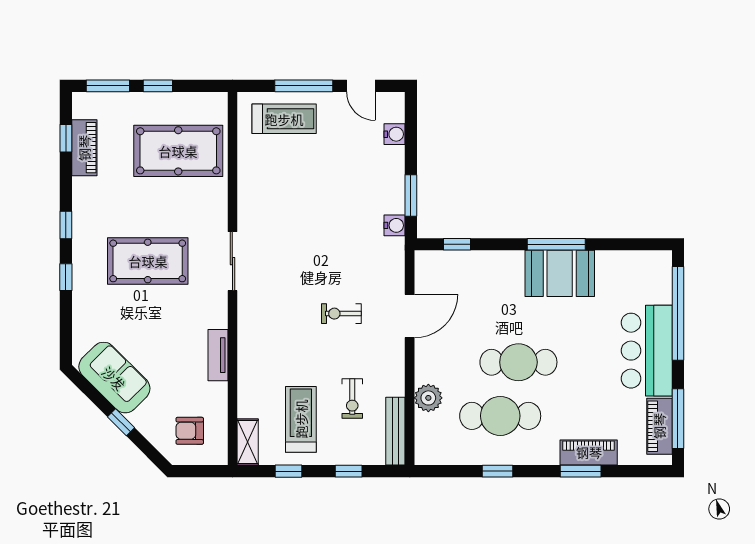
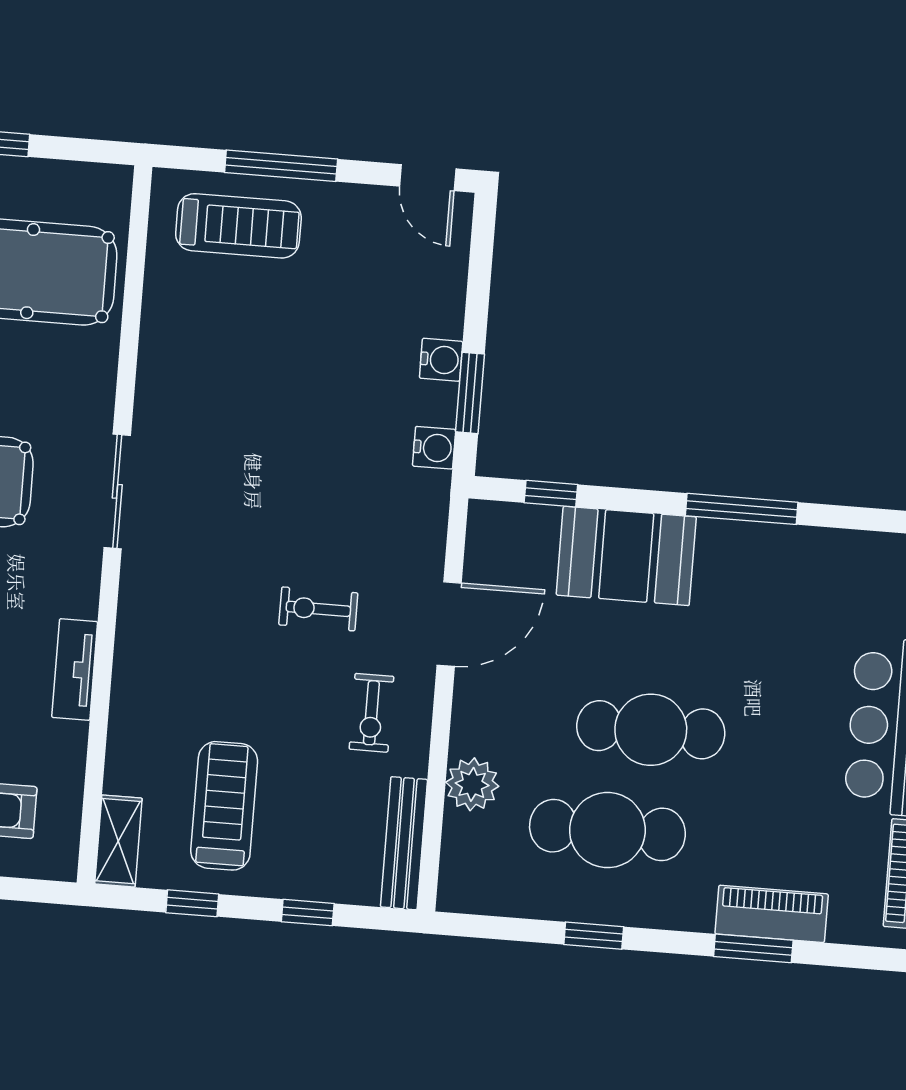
door: (361, 86) -> (428, 178), moved
water cooler: (395, 134) -> (441, 360), moved
booth: (560, 273) -> (626, 556), moved
exercise bike: (352, 398) -> (371, 713), moved

